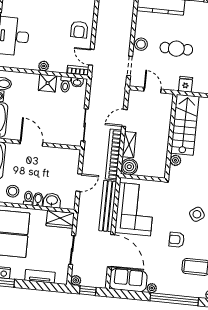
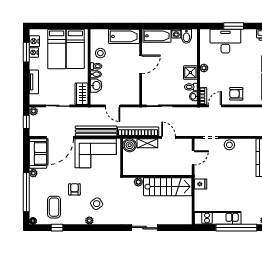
cafe table: (176, 49) -> (229, 174), removed

